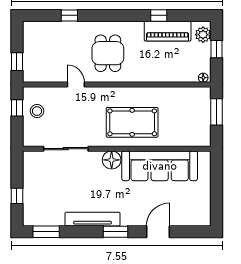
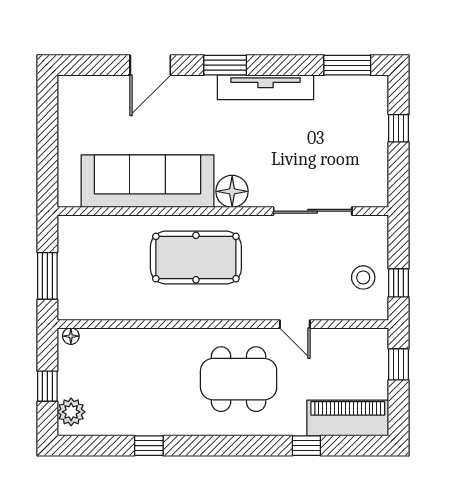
piano: (168, 31) -> (348, 418), moved
dining table: (108, 53) -> (239, 379), width x1.38

